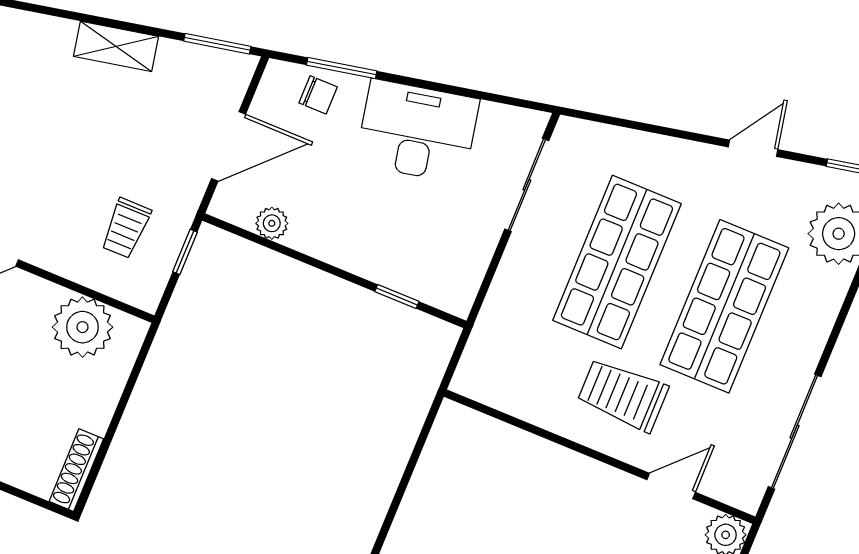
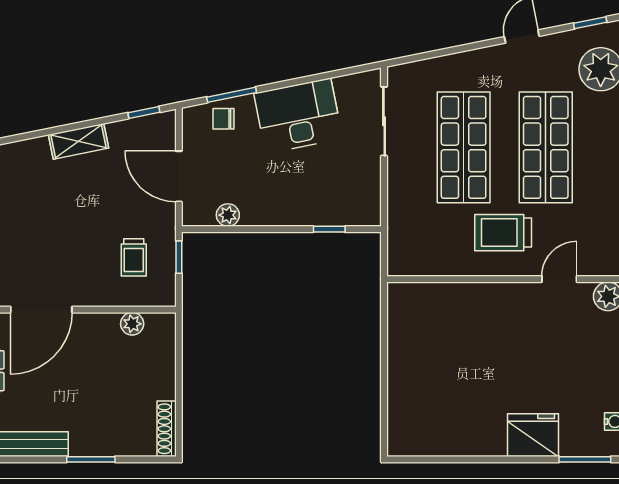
window: (217, 44) -> (144, 112), width x0.67
chair: (318, 95) -> (223, 119), turned 180
door: (229, 146) -> (179, 176), swing flipped
plant: (83, 327) -> (132, 324), width x0.53, depth x0.53

